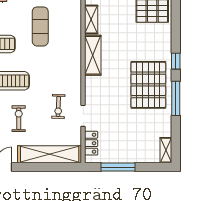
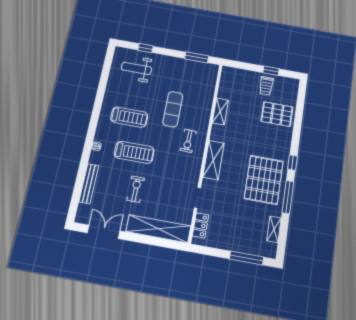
shelving: (93, 55) -> (213, 160), moved
exercise bike: (58, 106) -> (188, 141), moved
shelving: (166, 150) -> (274, 229), moved
window: (118, 167) -> (247, 258), moved

